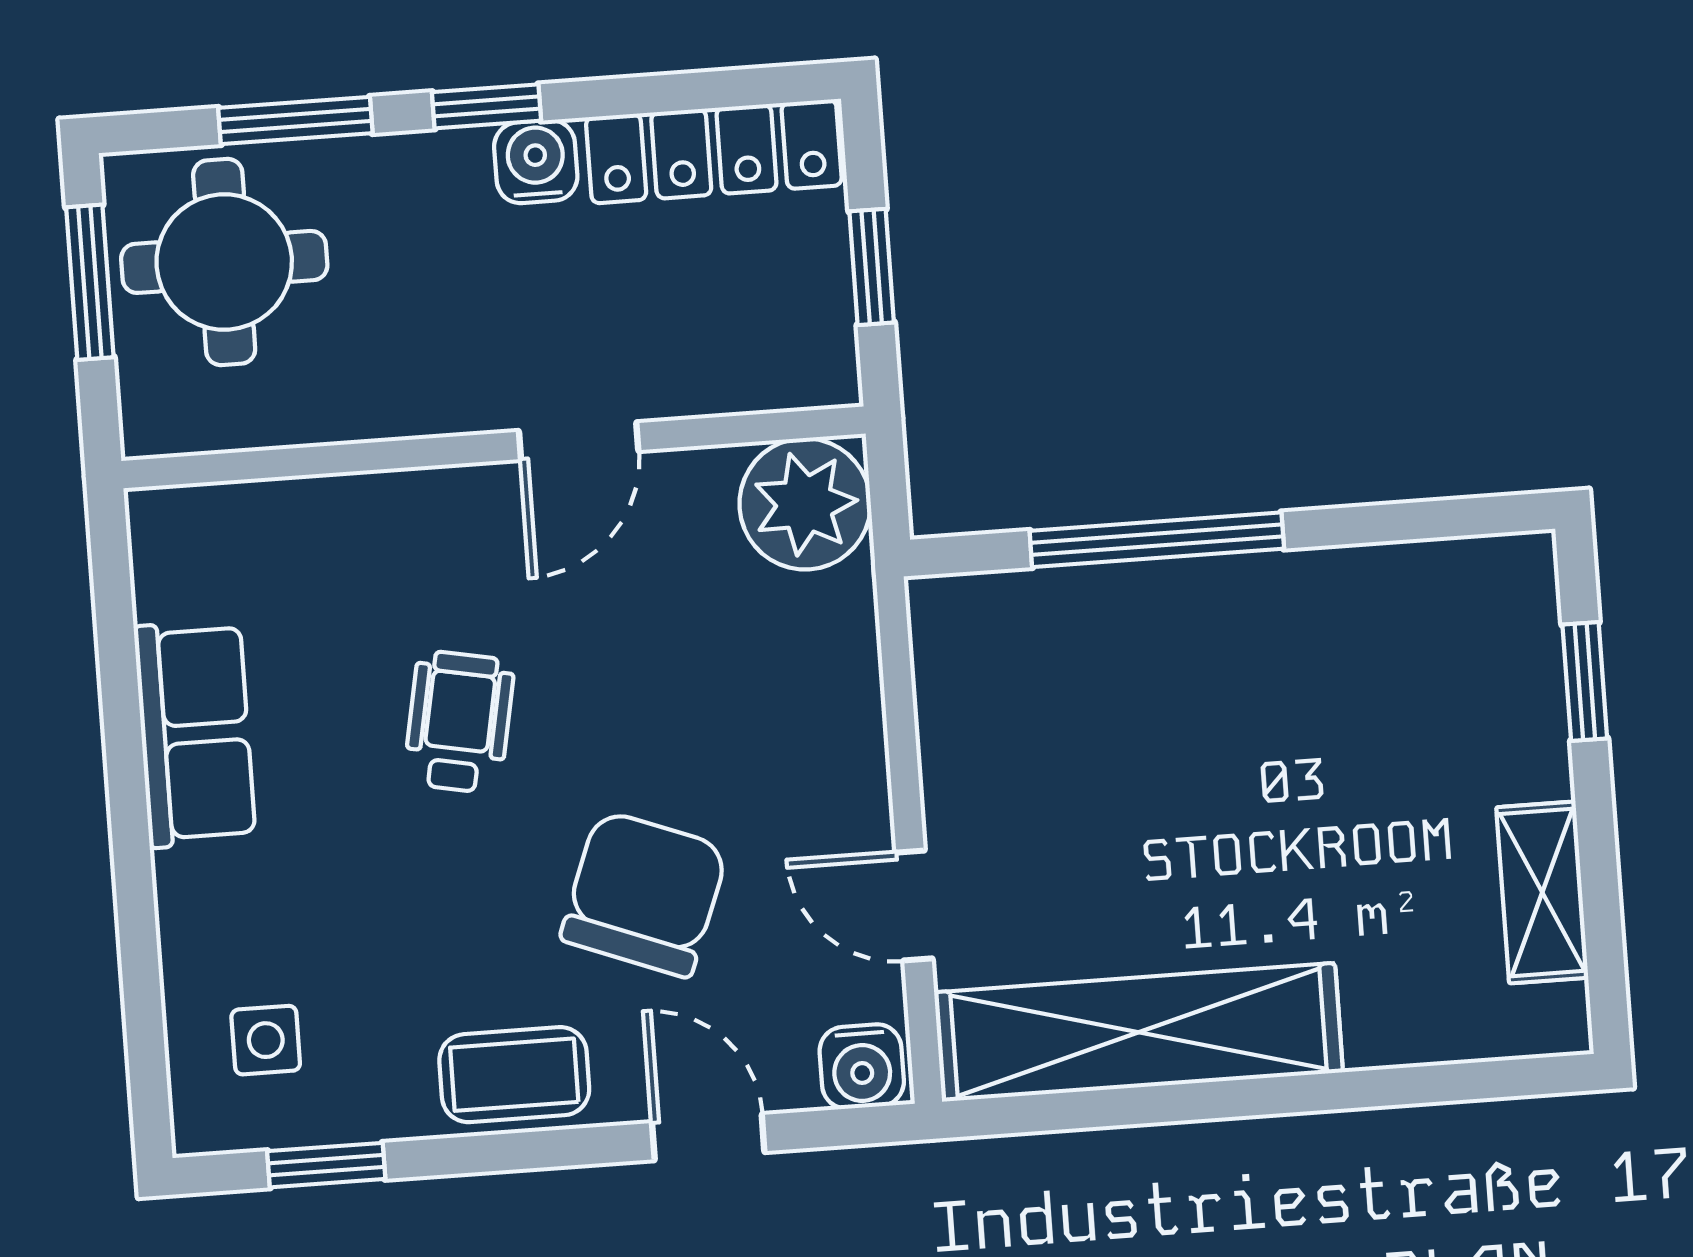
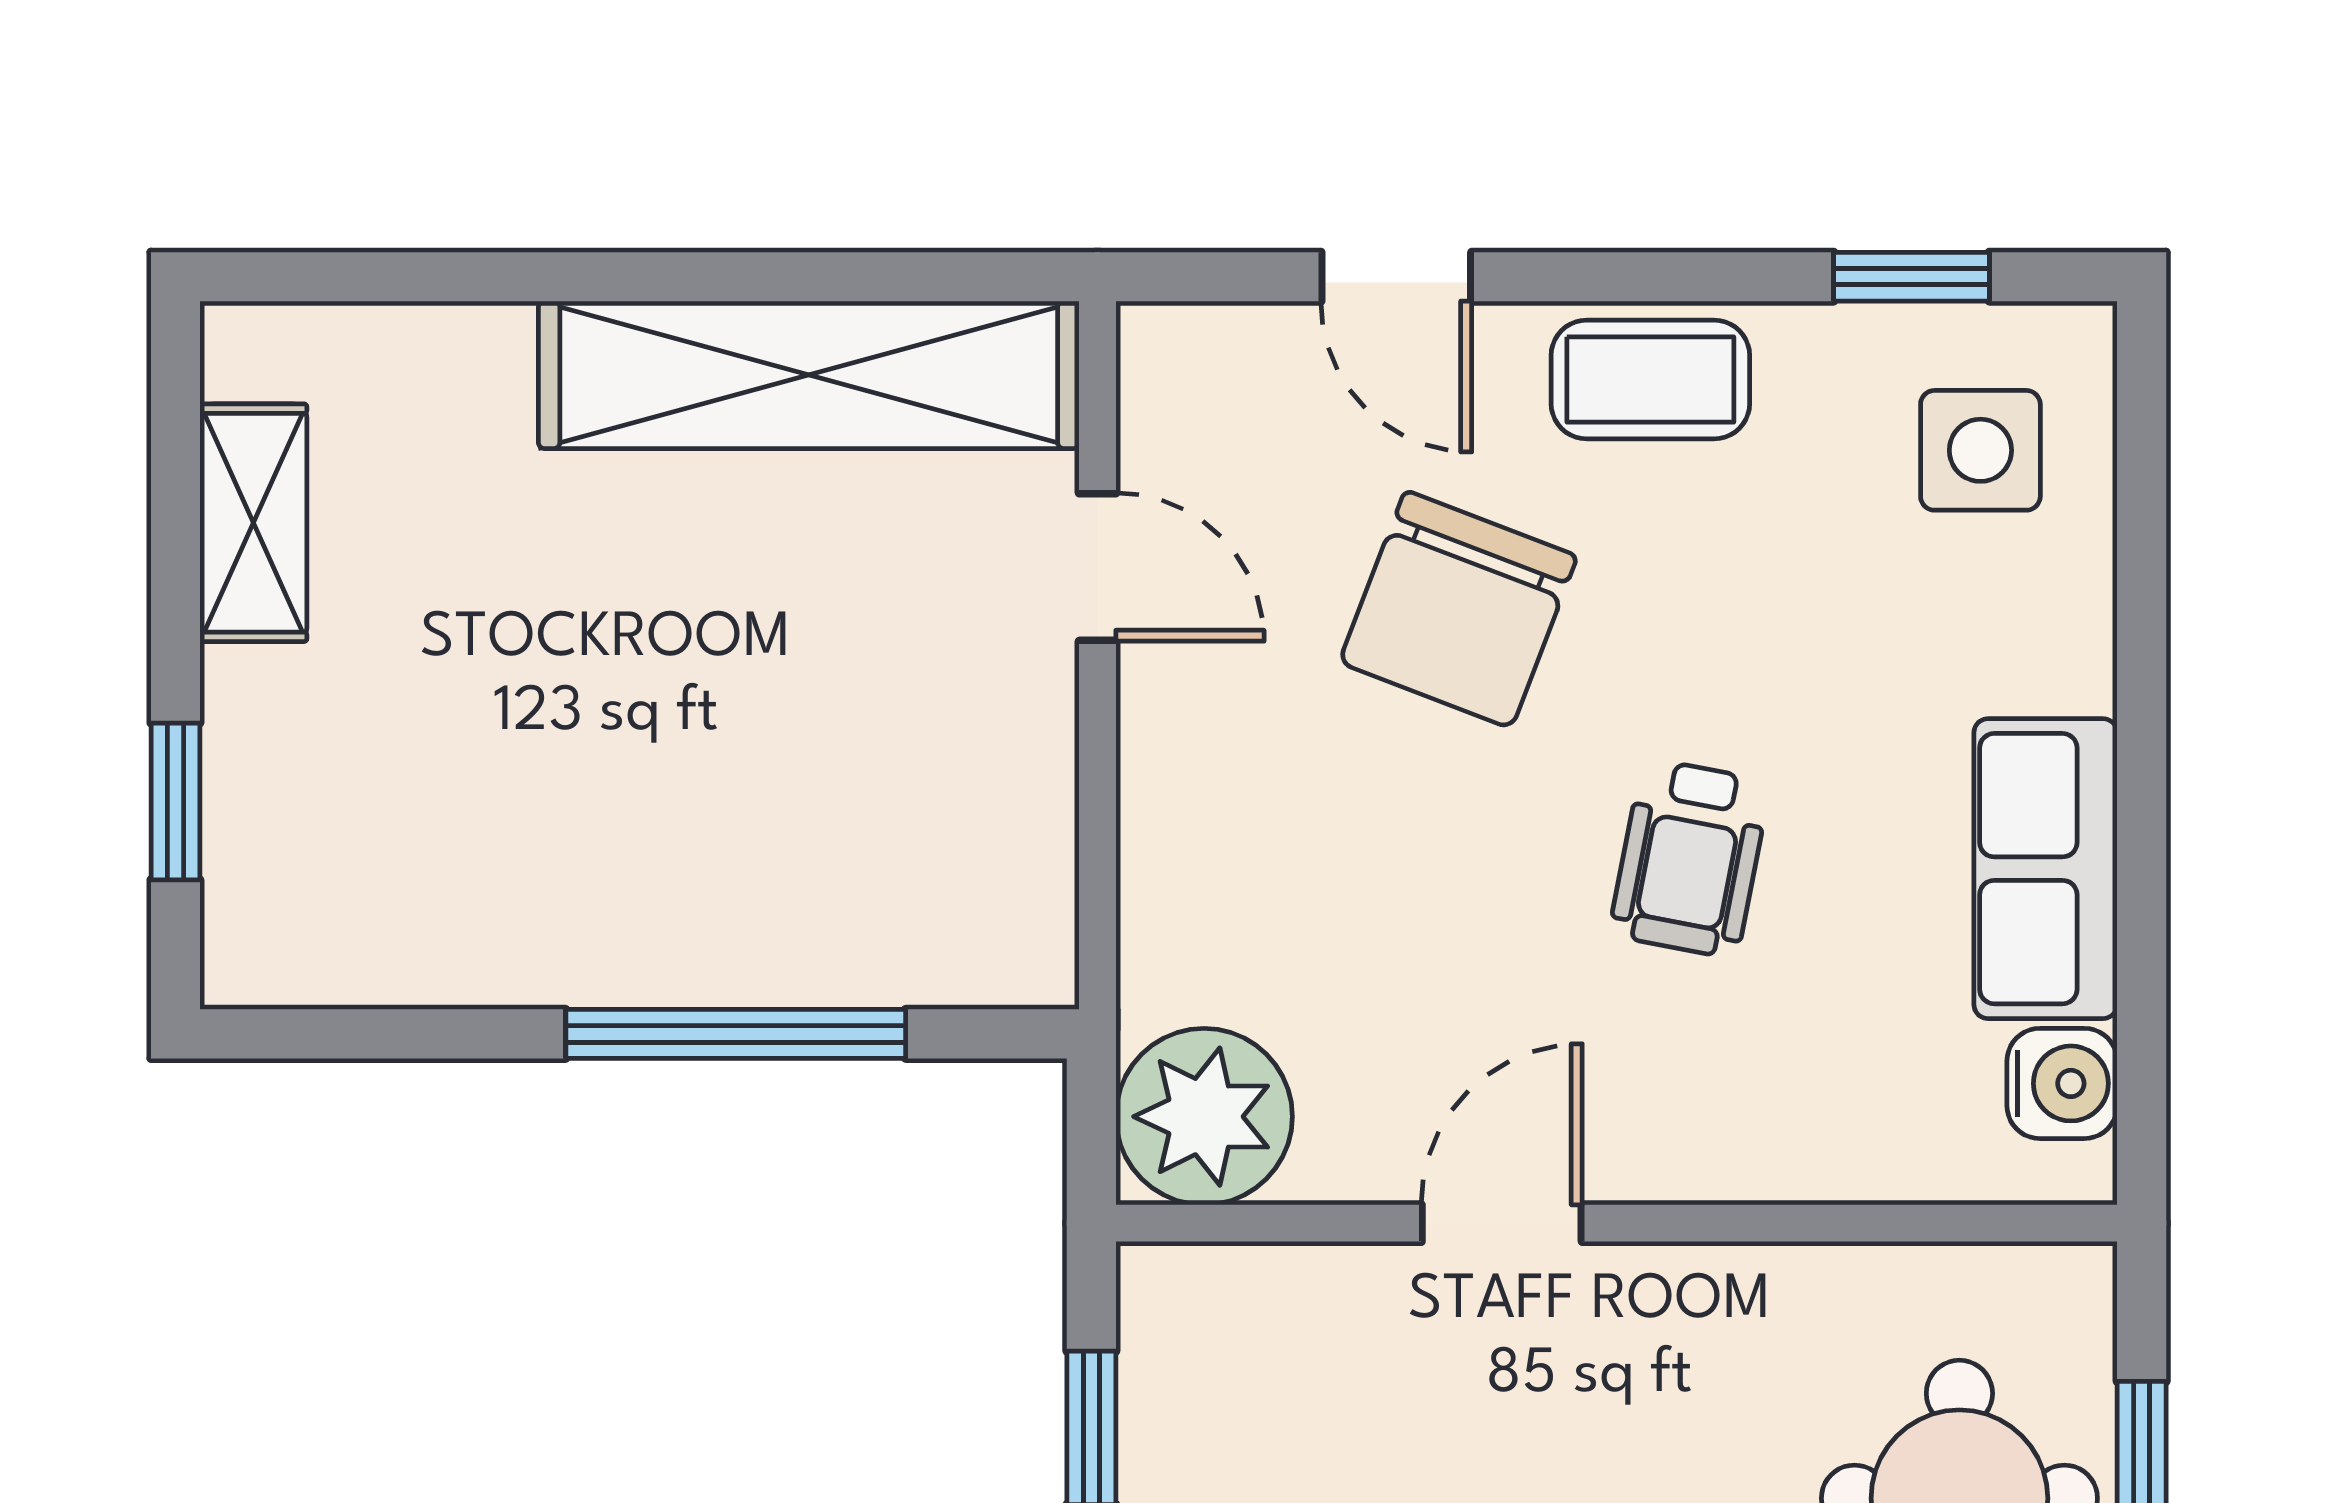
side table: (266, 1040) -> (1980, 450), width x1.37, depth x1.37
water cooler: (862, 1066) -> (2062, 1083), moved, turned 90

